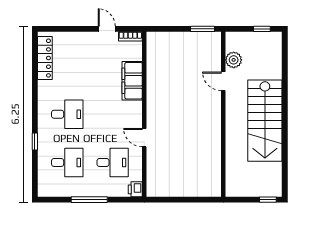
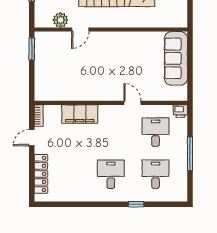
locker: (45, 58) -> (41, 174), moved, turned 90
door: (144, 138) -> (133, 103), swing flipped
sofa: (192, 184) -> (176, 58), added

